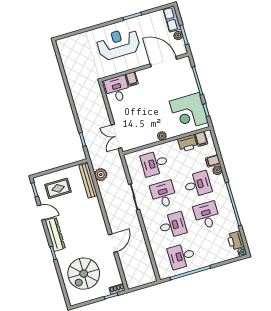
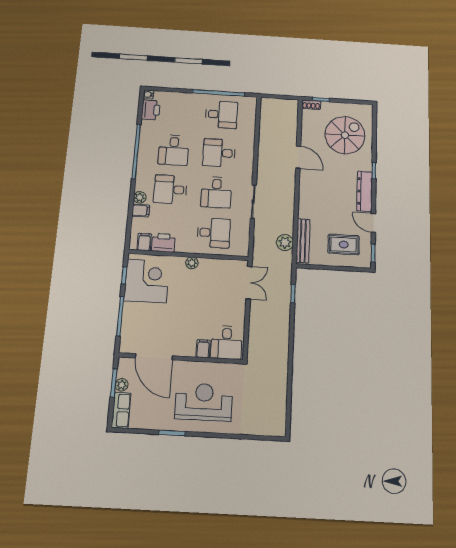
reception desk: (118, 44) -> (204, 402), turned 180
door: (113, 243) -> (298, 157), swing flipped

